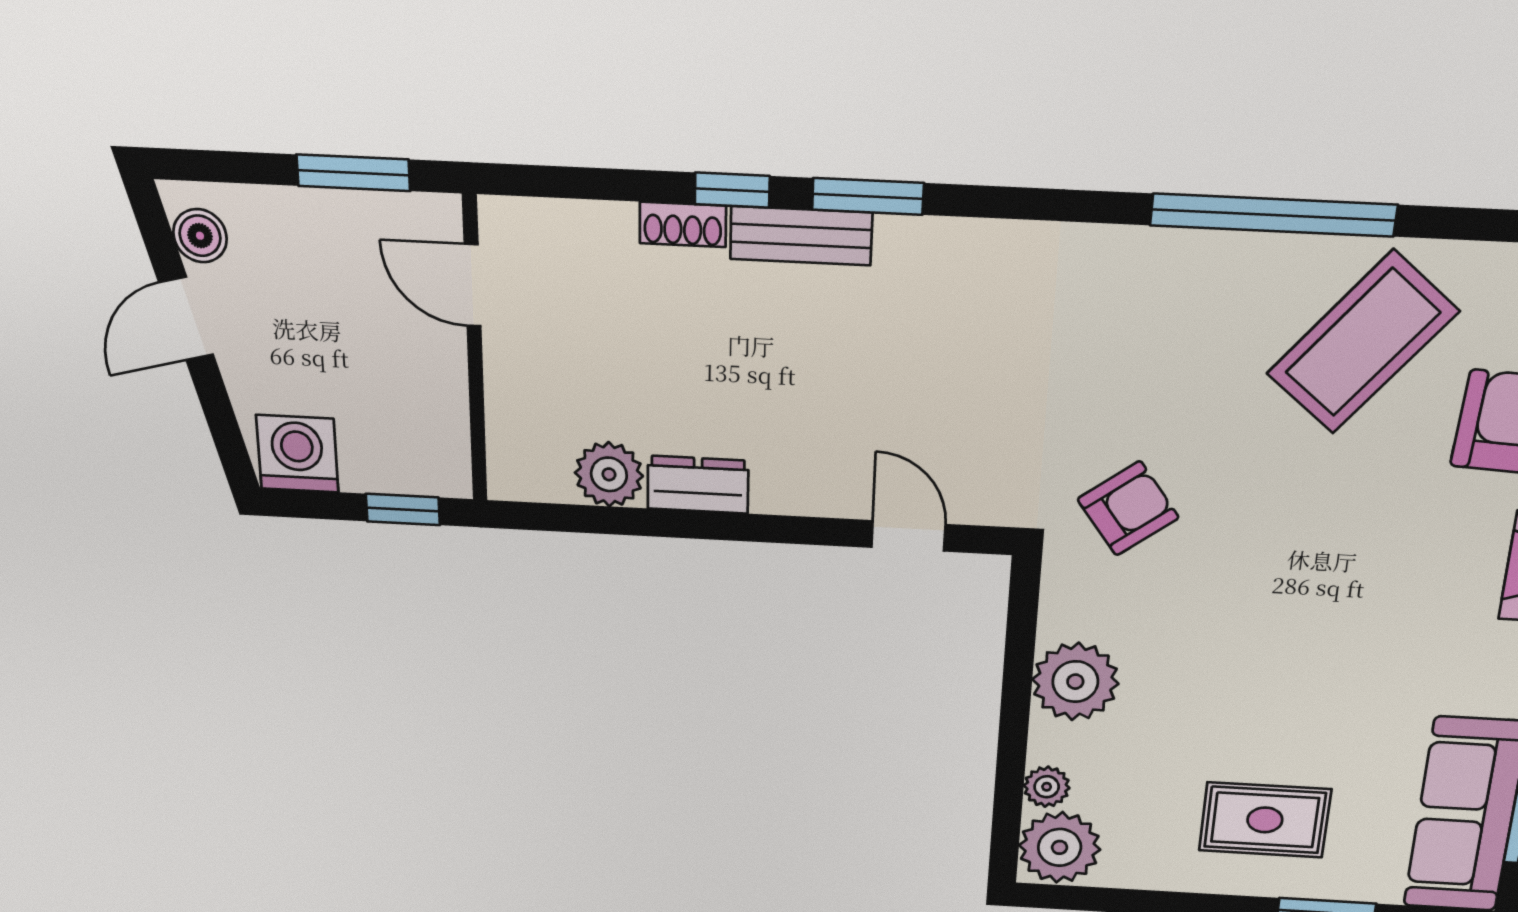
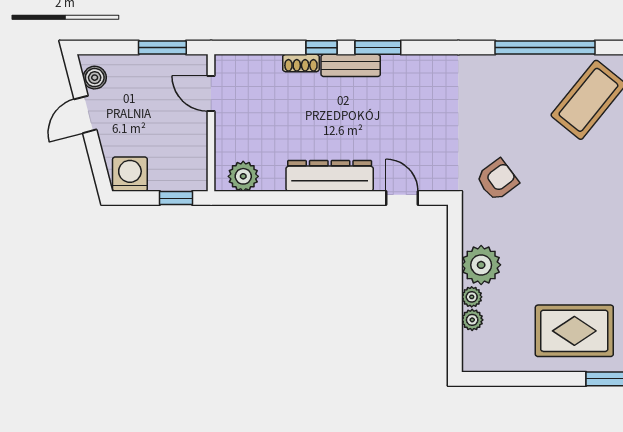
plant: (609, 474) -> (243, 176), moved
dresser: (698, 485) -> (330, 176), width x1.96, depth x1.24
rug: (1265, 820) -> (574, 331), width x1.36, depth x1.43
plant: (1060, 847) -> (472, 297), moved, width x0.53, depth x0.53

